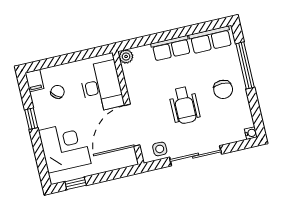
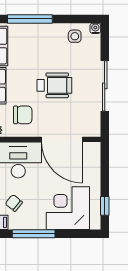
chair: (223, 89) -> (23, 115), moved
window: (31, 119) -> (34, 234), width x2.17
side table: (160, 149) -> (75, 36), moved

